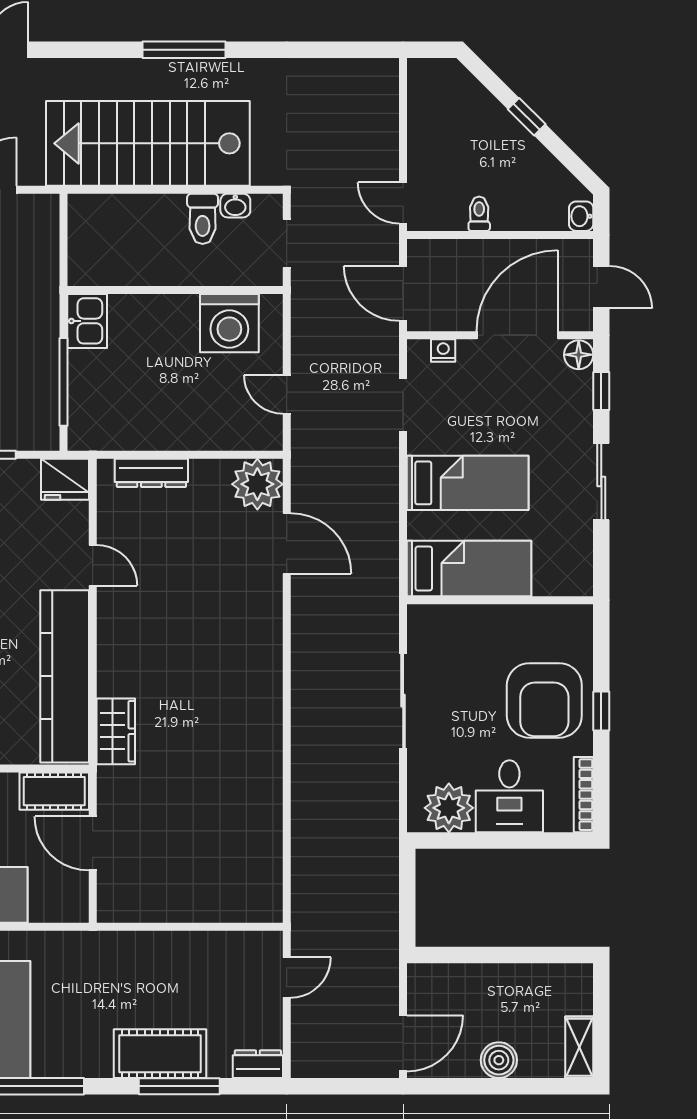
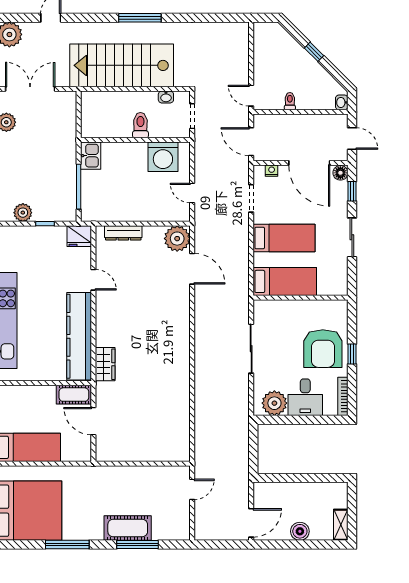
toilet: (203, 219) -> (140, 125), moved, turned 180
door: (517, 335) -> (309, 163), swing flipped
dresser: (258, 1064) -> (177, 533), removed

